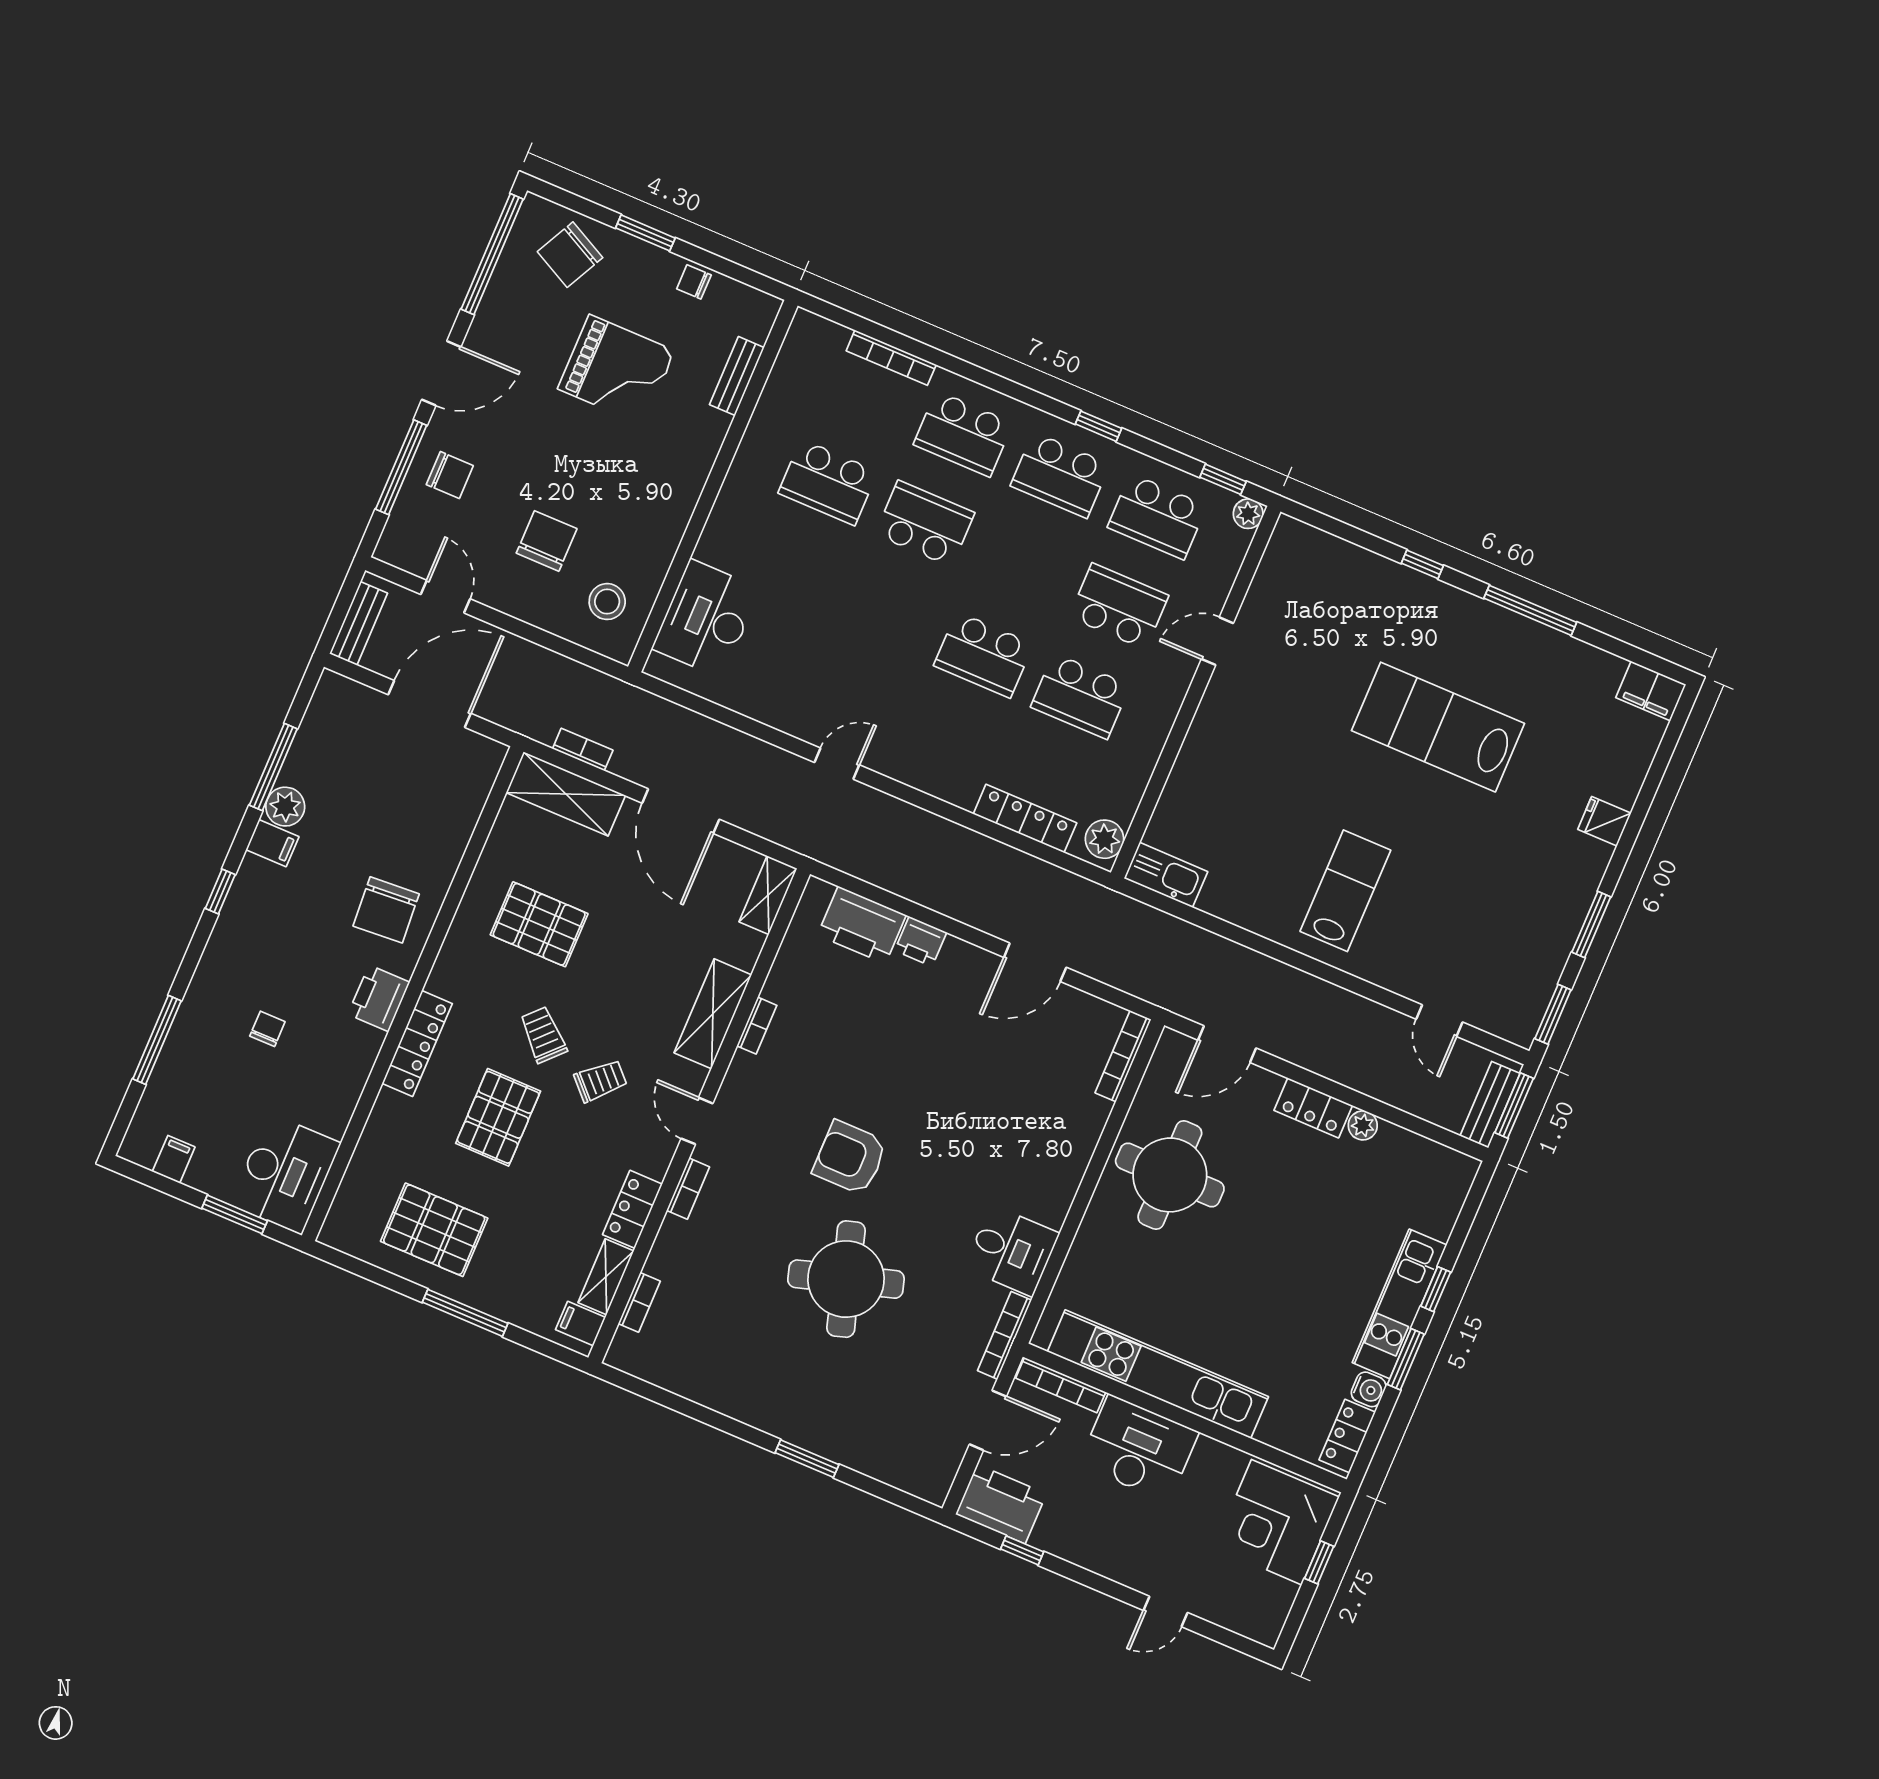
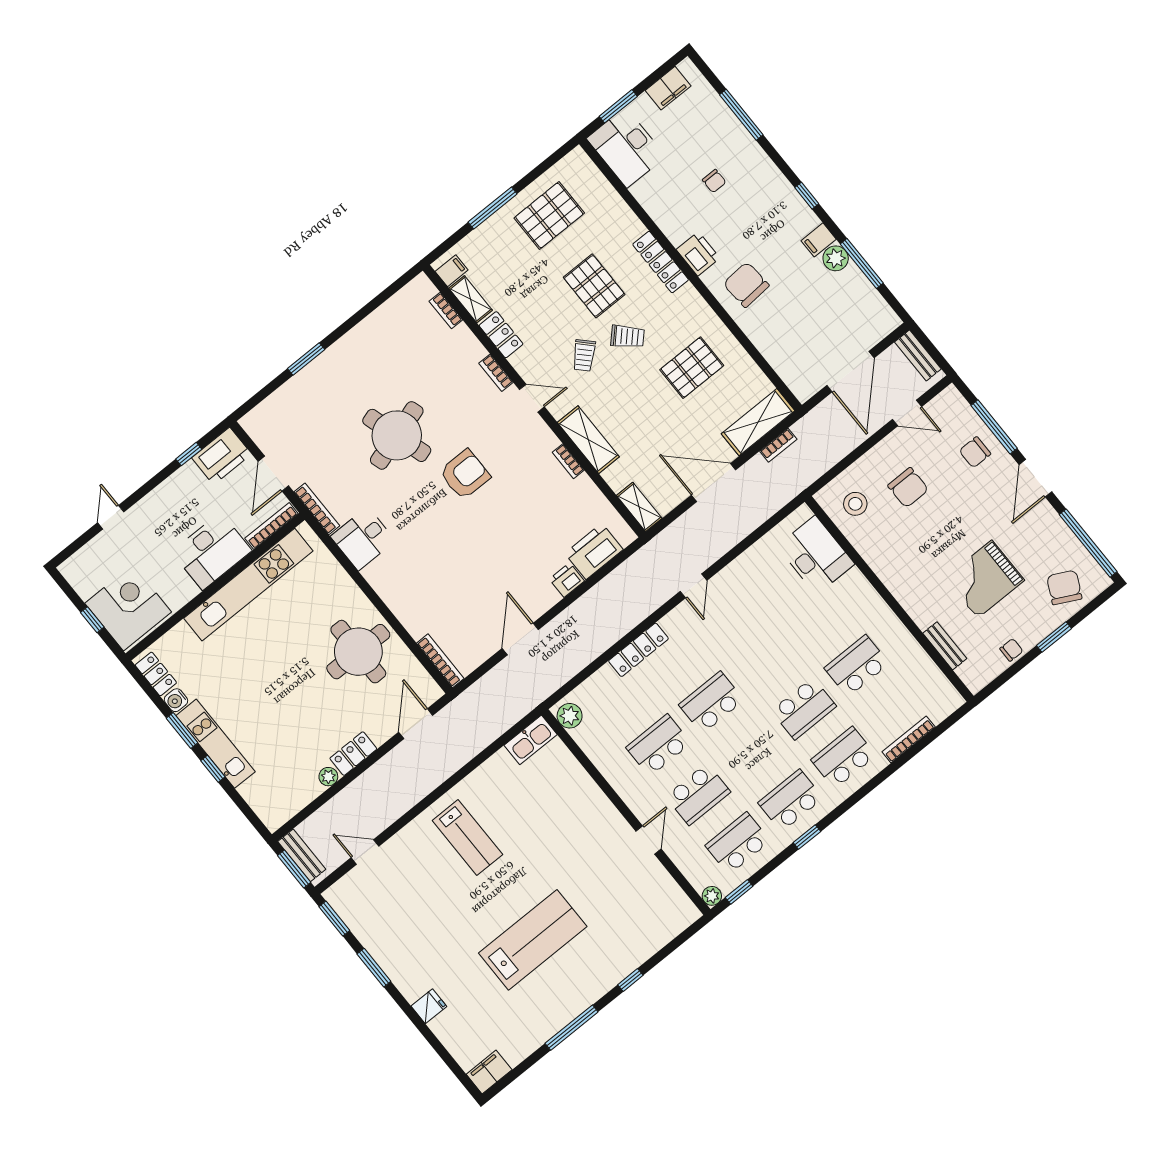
locker: (1025, 818) -> (638, 650), moved
filing cabinet: (174, 1159) -> (668, 88), width x2.00

